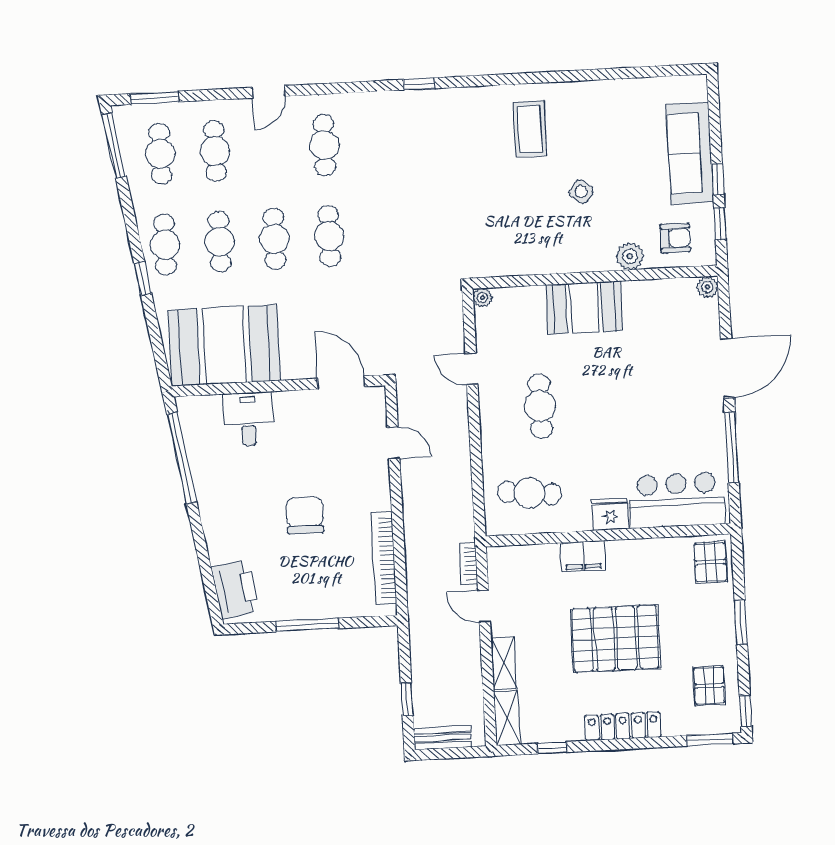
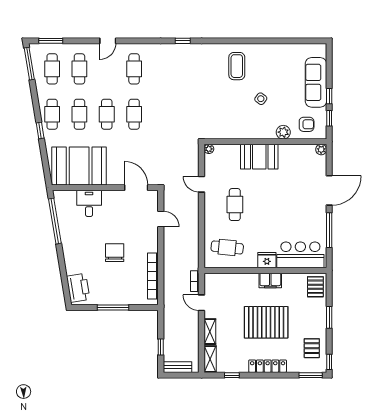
filing cabinet: (583, 556) -> (270, 280), moved

